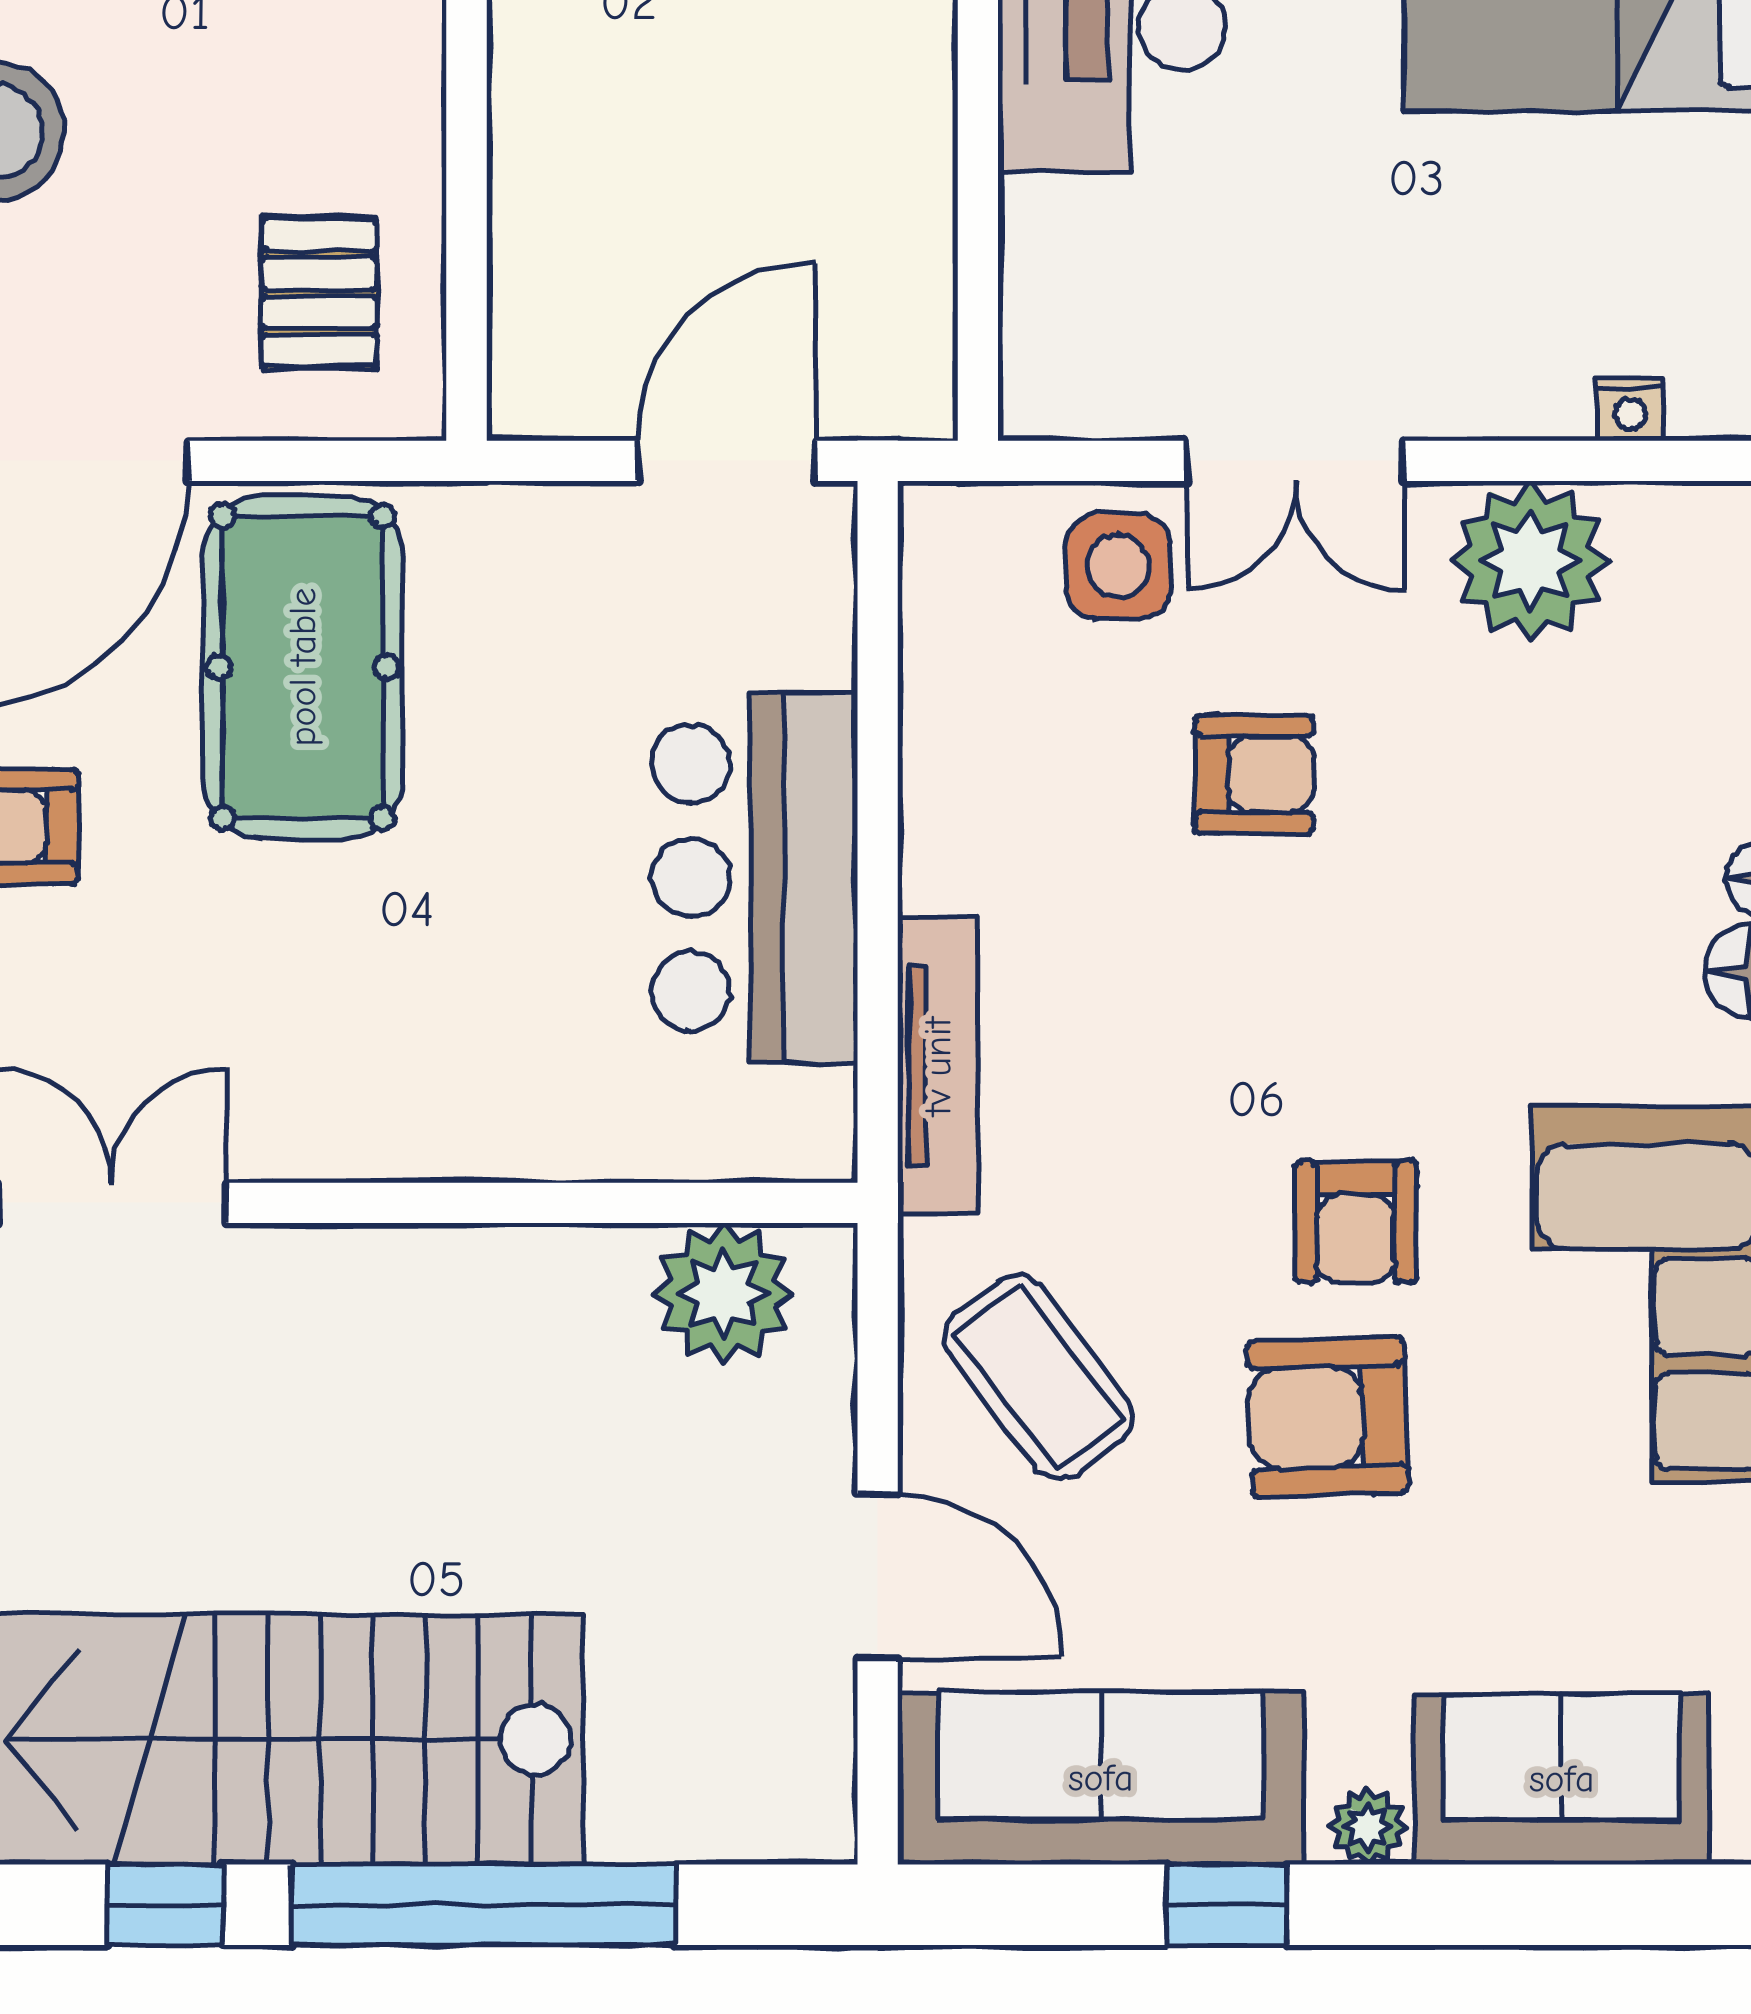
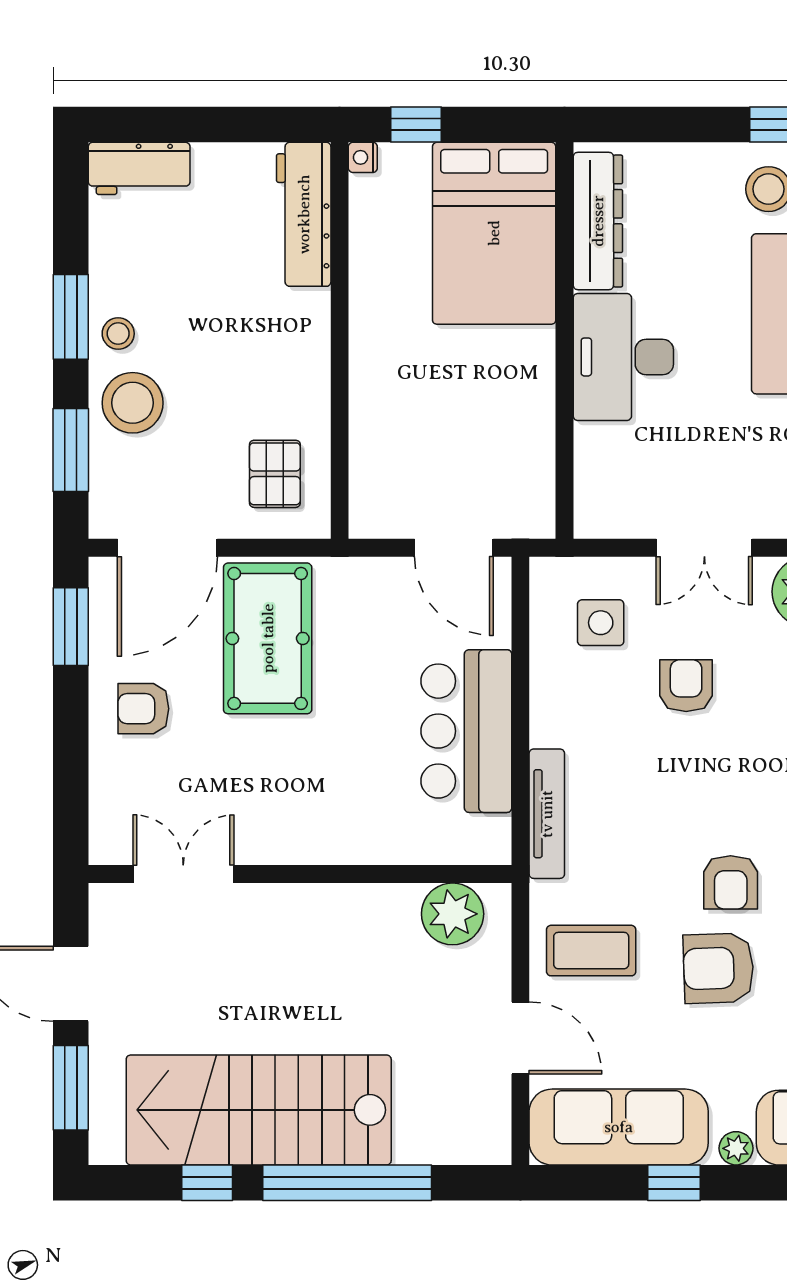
door: (726, 461) -> (454, 548), swing flipped
side table: (1119, 566) -> (601, 623), moved
armchair: (1254, 774) -> (686, 686), turned -90
coffee table: (1038, 1377) -> (591, 951), turned -53

